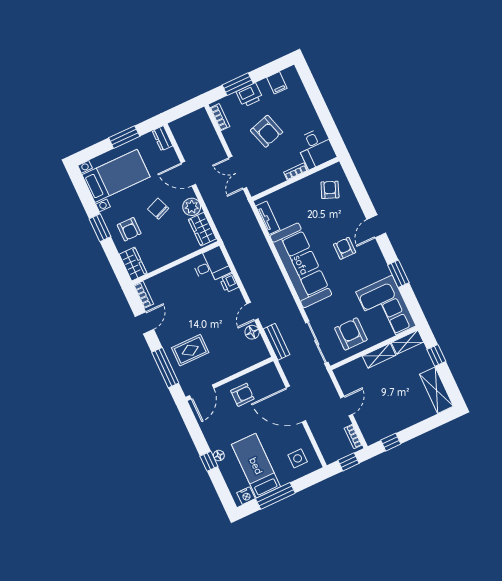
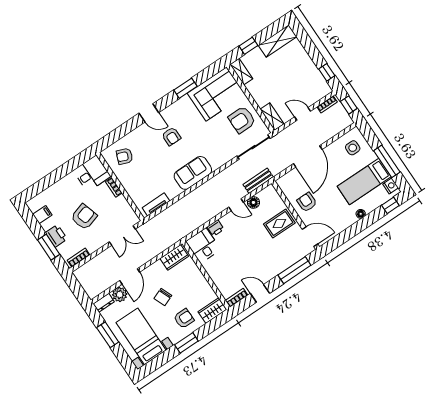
plant: (192, 207) -> (120, 294), moved
armchair: (345, 248) -> (171, 136), turned -90
sofa: (301, 265) -> (193, 173), width x0.54, depth x0.79
rug: (190, 350) -> (279, 224), moved, turned 90
shelving: (379, 356) -> (272, 117), moved
window: (209, 461) -> (390, 205), moved

